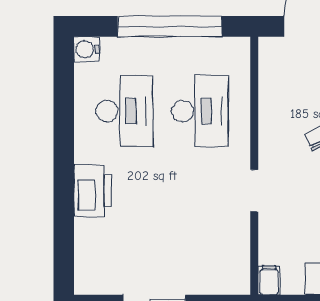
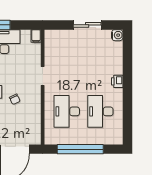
water cooler: (87, 49) -> (117, 35), moved
printer: (93, 190) -> (117, 81), width x0.53, depth x0.68

